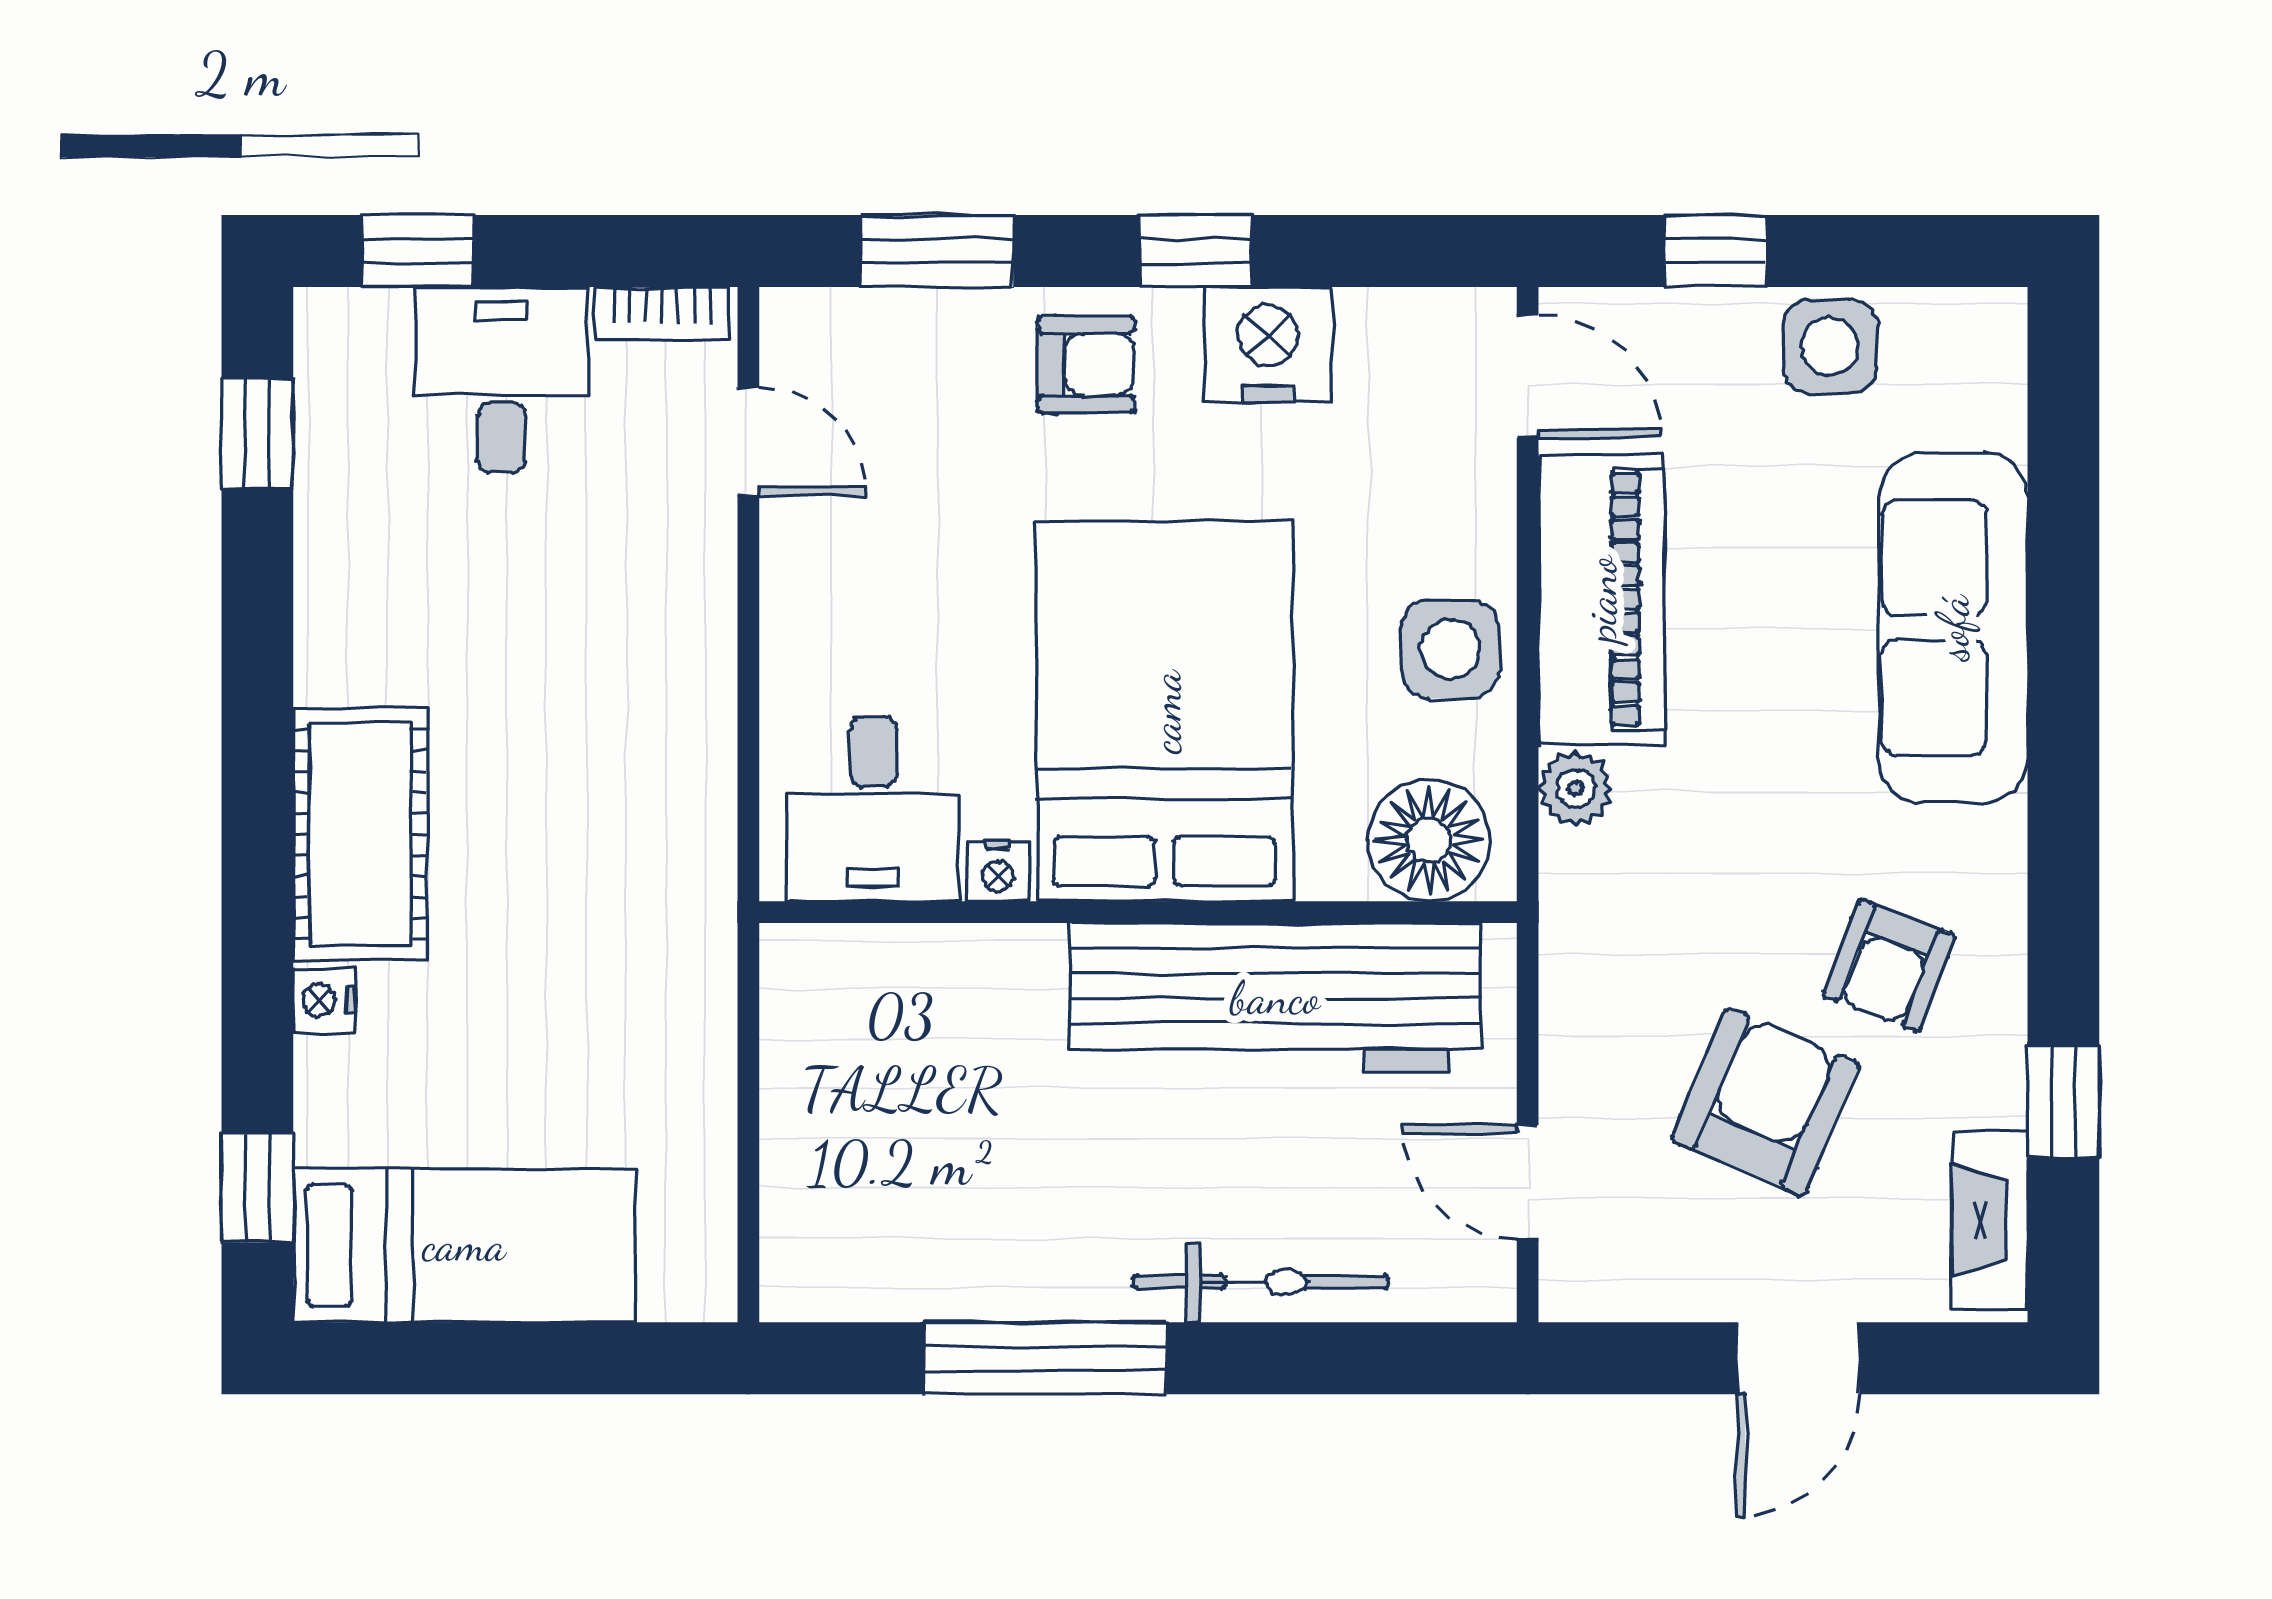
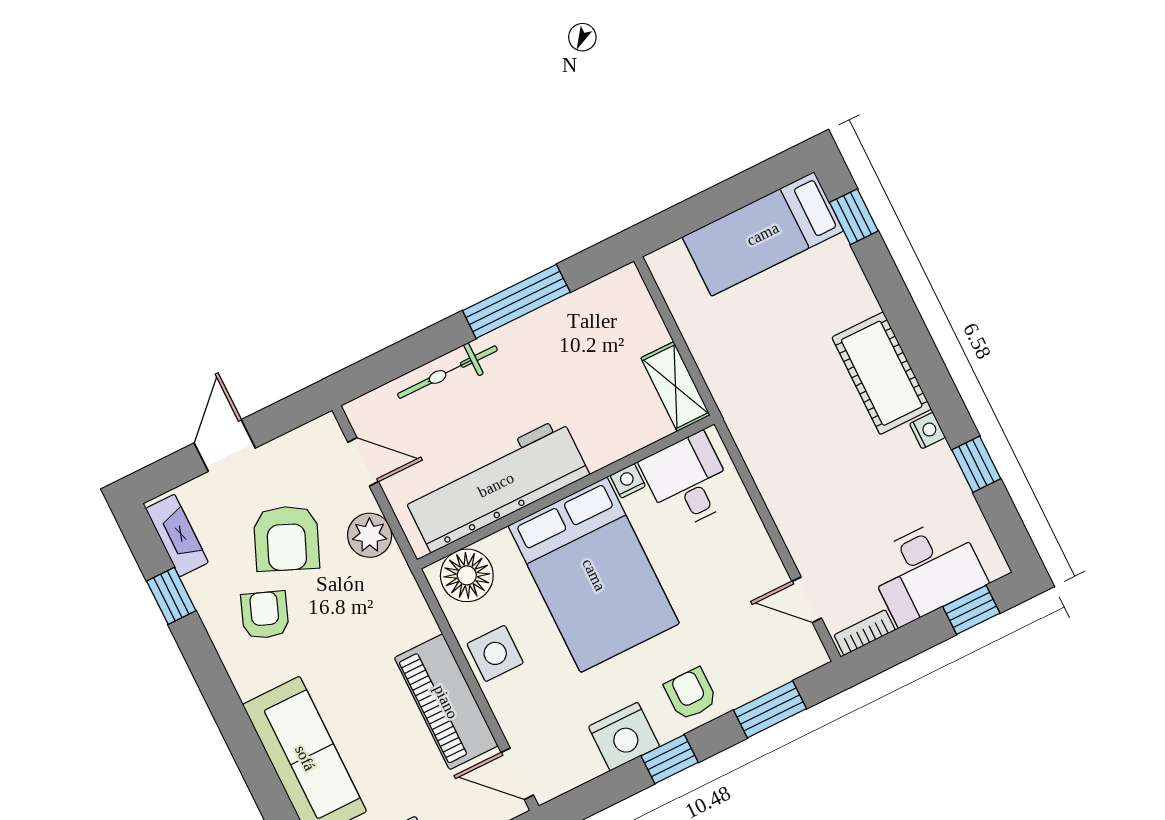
armchair: (1086, 365) -> (691, 694), turned 90
desk: (502, 380) -> (926, 570), width x1.37
window: (257, 434) -> (976, 464), moved
plant: (1576, 788) -> (370, 535), moved, width x1.38, depth x1.38
nightstand: (324, 1000) -> (927, 430), moved
shelving: (802, 1018) -> (676, 387), added

